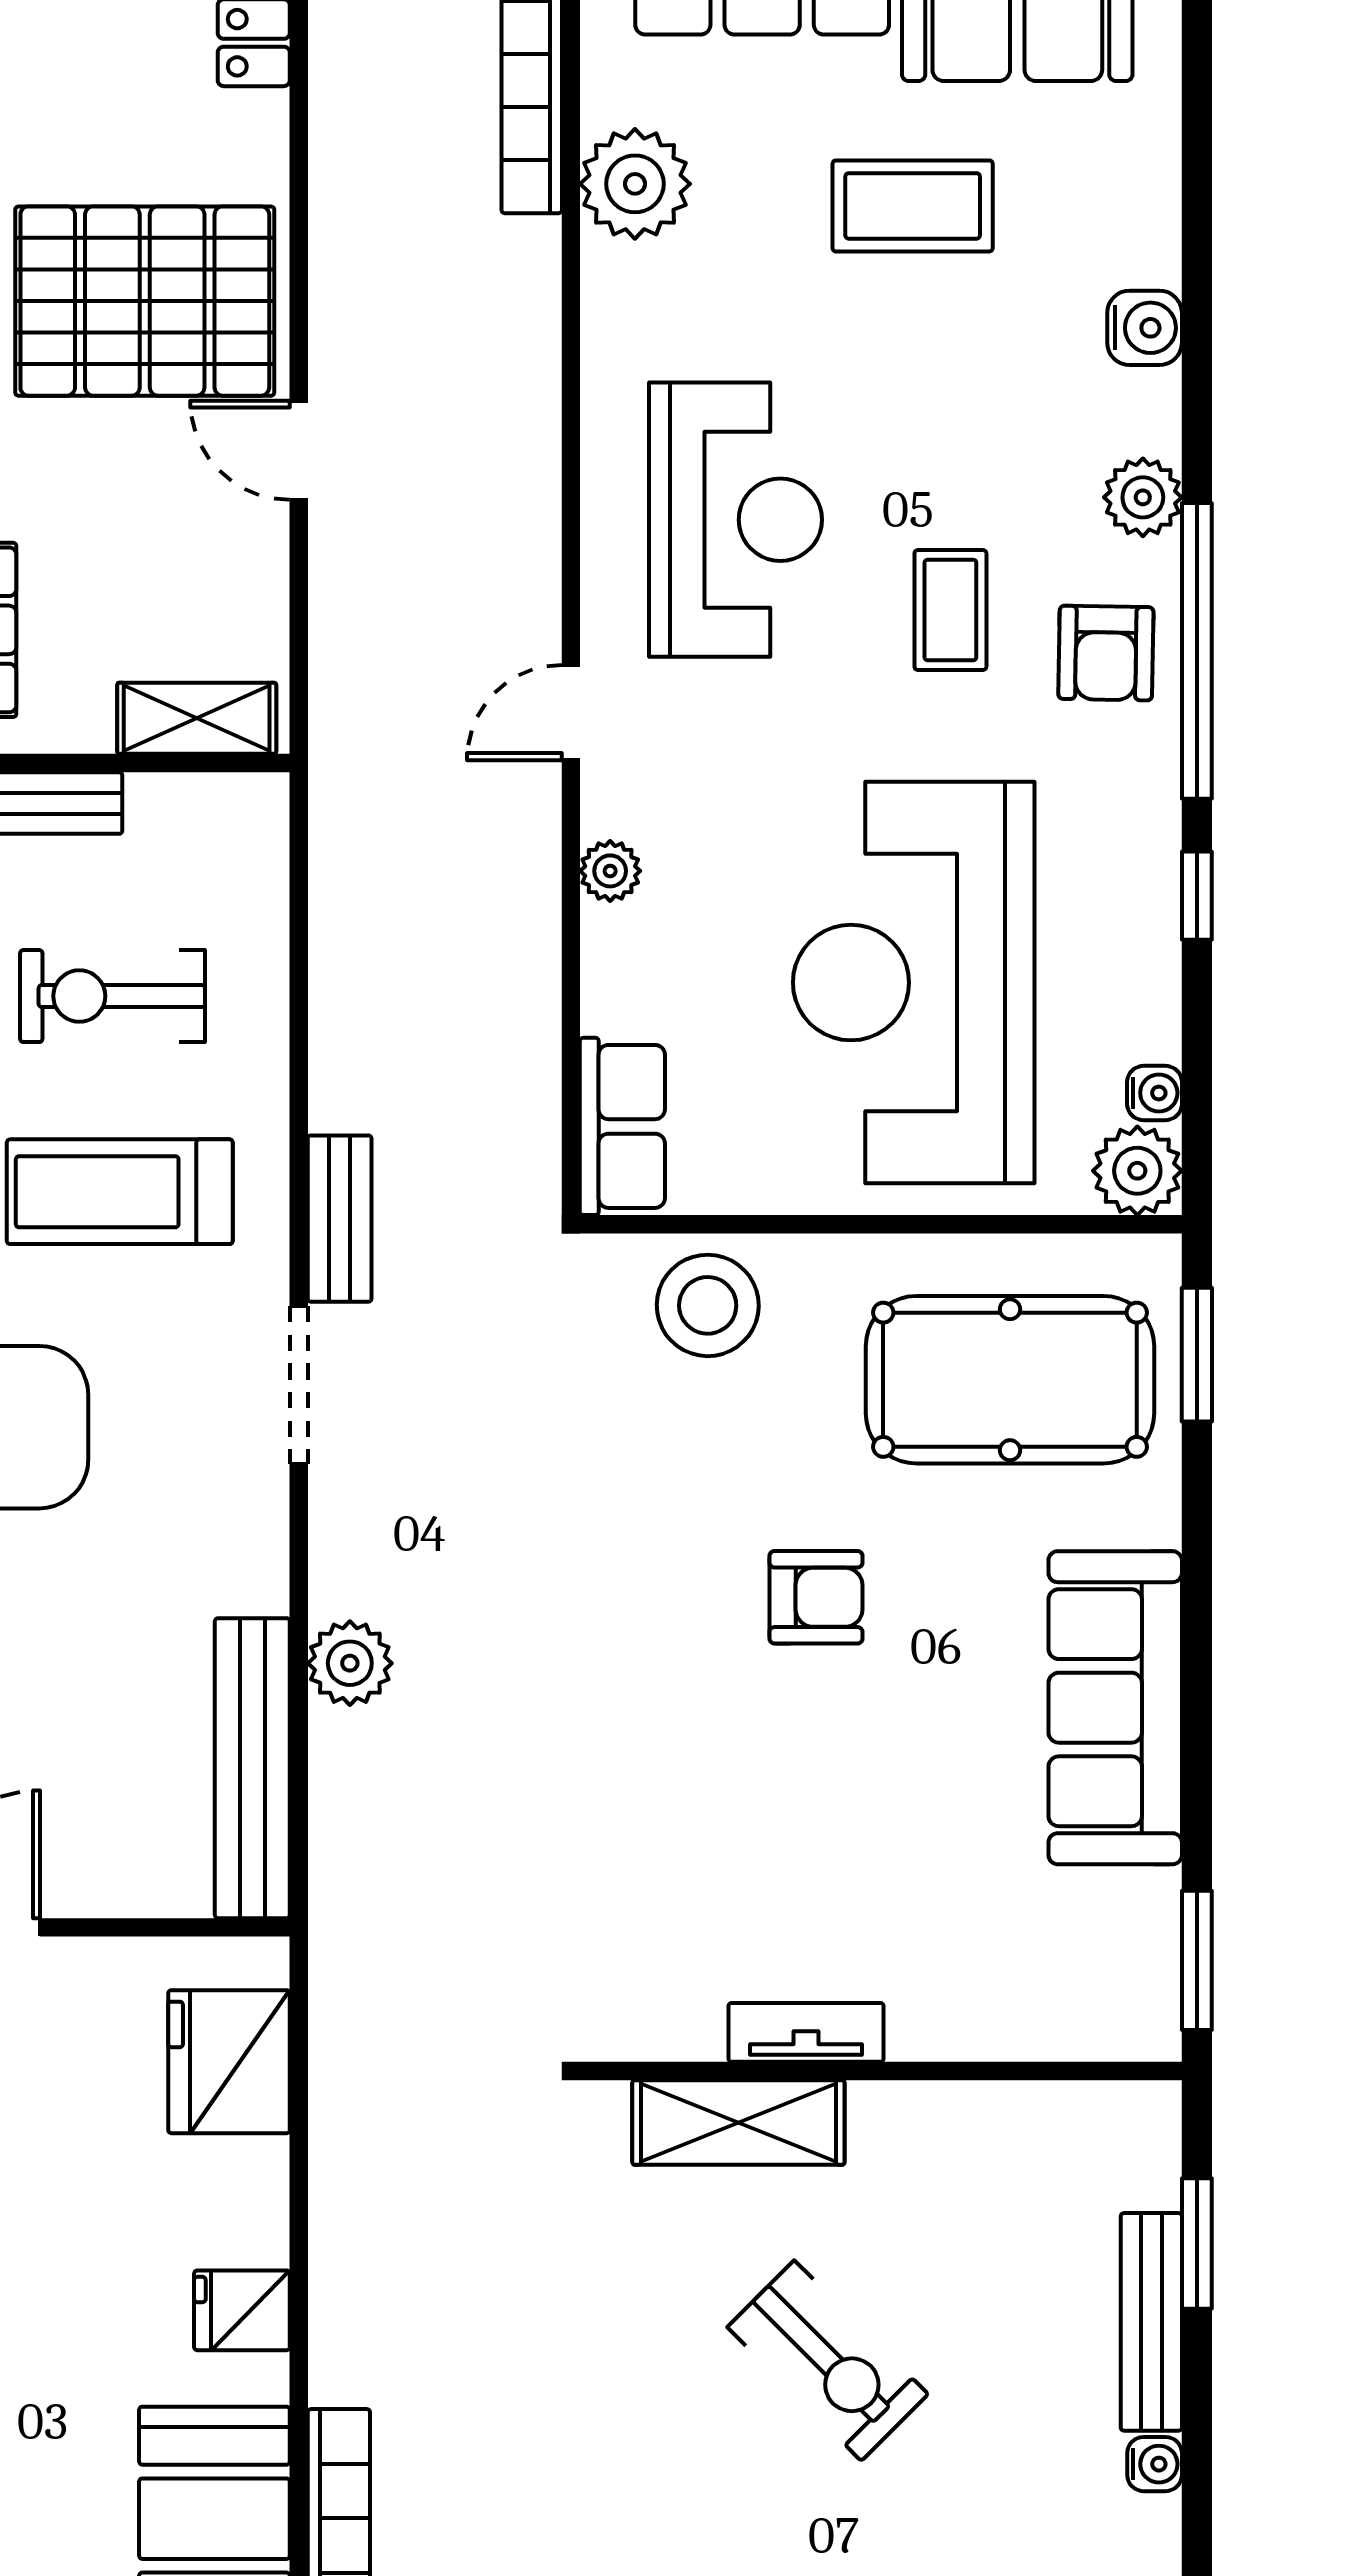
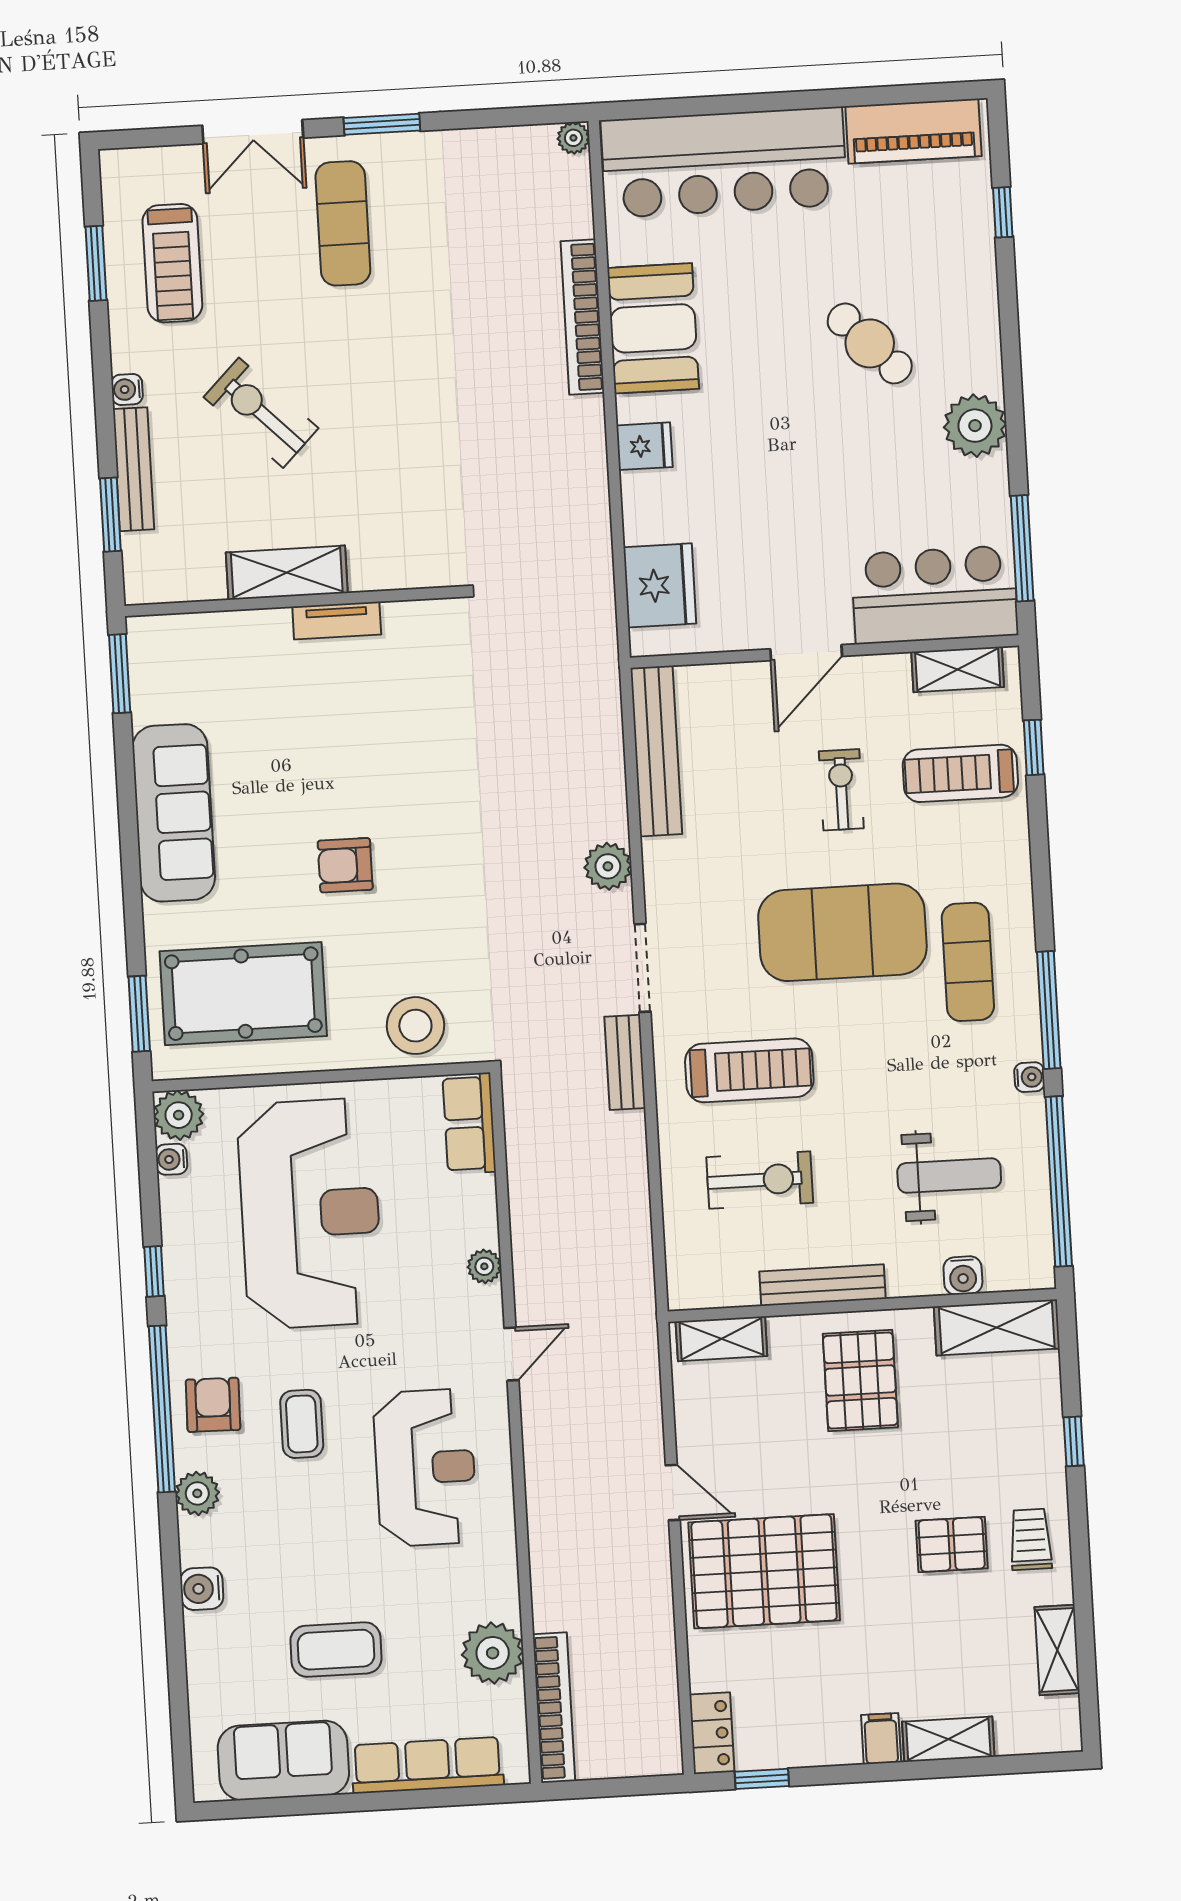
reception desk: (736, 520) -> (425, 1468), turned 180
plant: (350, 1663) -> (608, 866), moved
shelving: (738, 2122) -> (287, 573), moved
exercise bike: (828, 2361) -> (261, 413), moved

